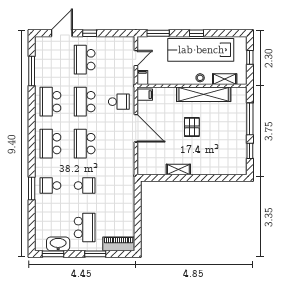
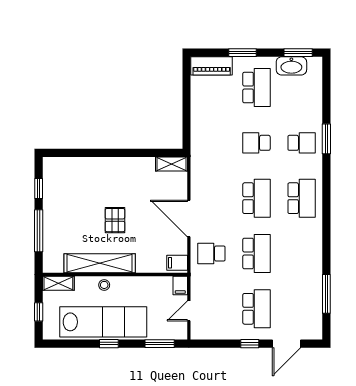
shelving: (225, 79) -> (58, 283), moved
school desk: (50, 102) -> (302, 253), removed
shelving: (178, 170) -> (171, 164), moved
school desk: (85, 227) -> (256, 88), turned 180

